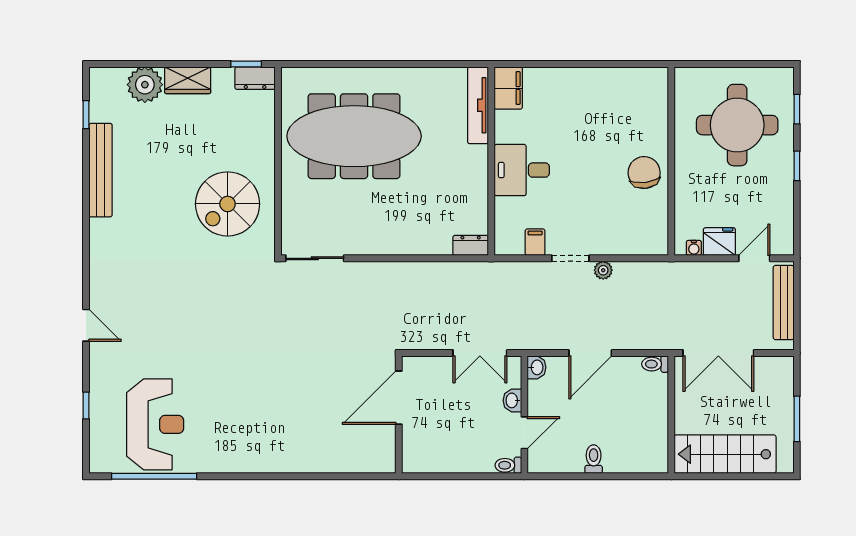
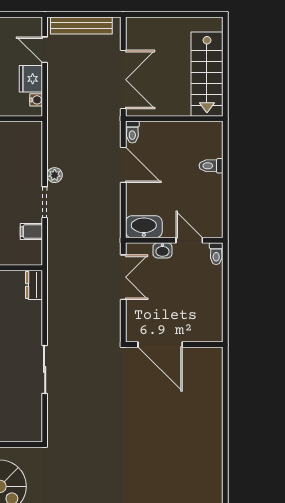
sliding door: (315, 258) -> (45, 369), moved
door: (590, 353) -> (123, 165), moved
washbasin: (537, 367) -> (144, 227), width x1.91, depth x1.45
window: (797, 419) -> (178, 15), removed
toilet: (594, 459) -> (211, 166), moved

